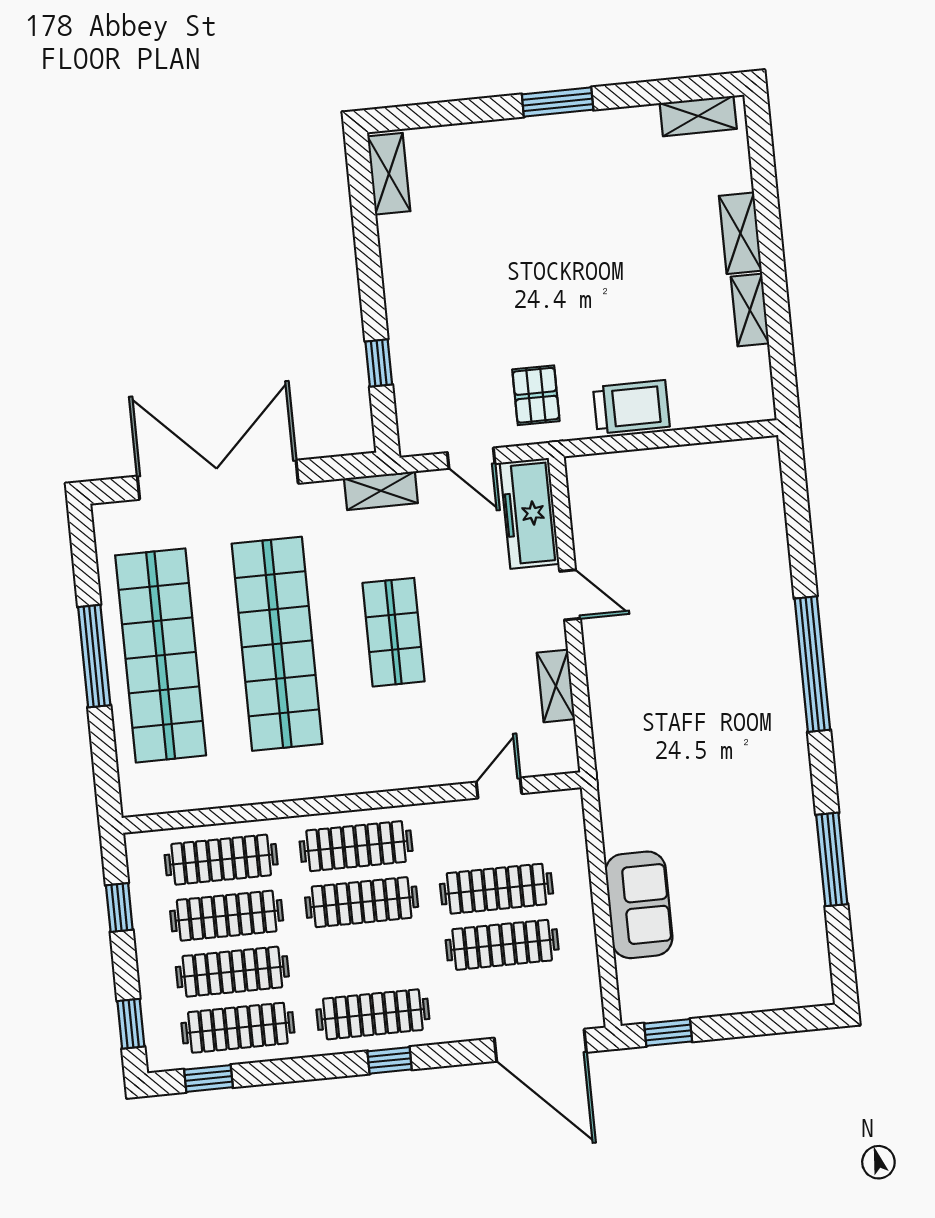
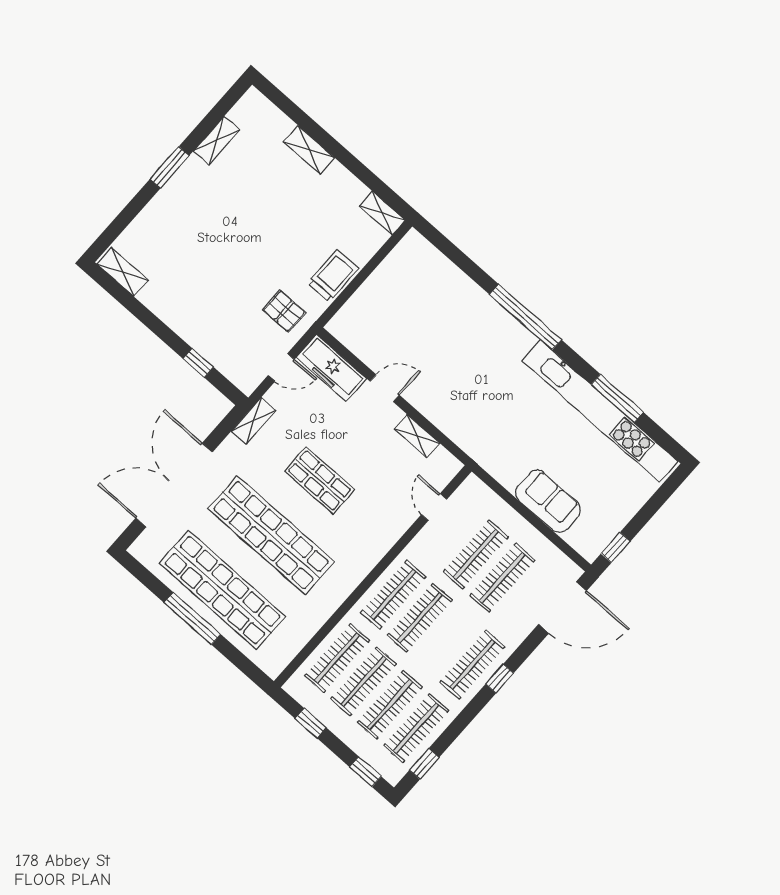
shelving: (698, 116) -> (217, 140), moved
shelving: (750, 310) -> (382, 213), moved
kitchen unit: (798, 855) -> (600, 411), added

